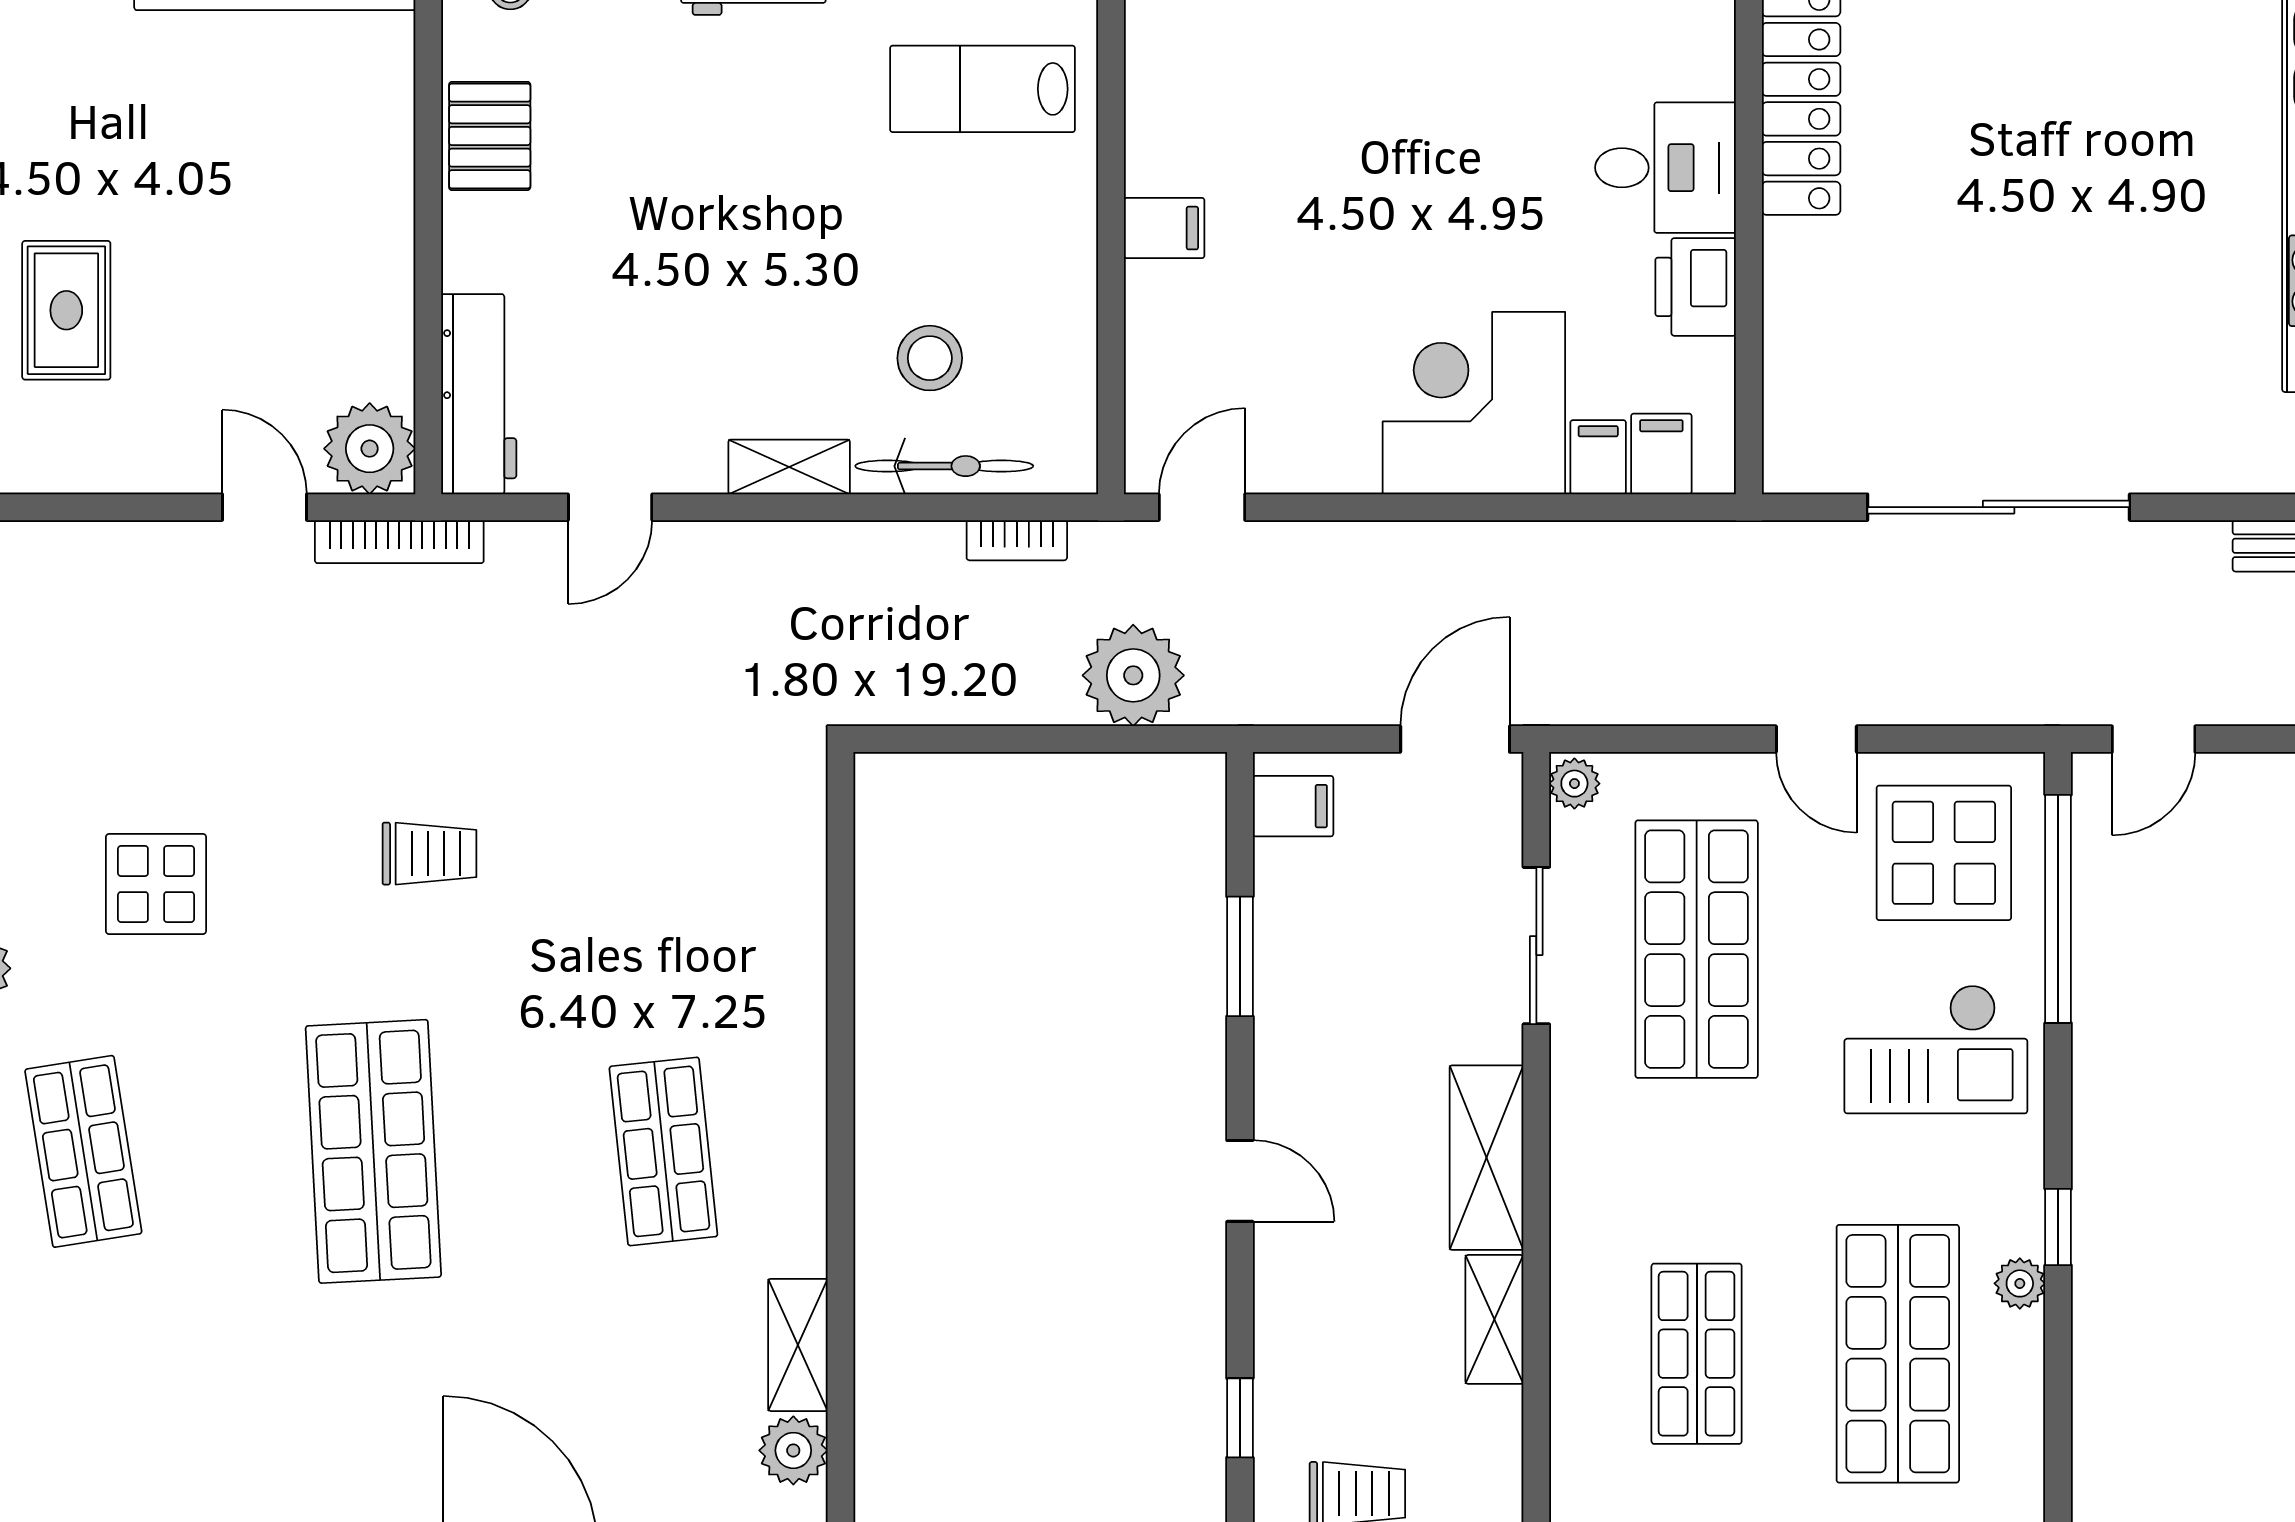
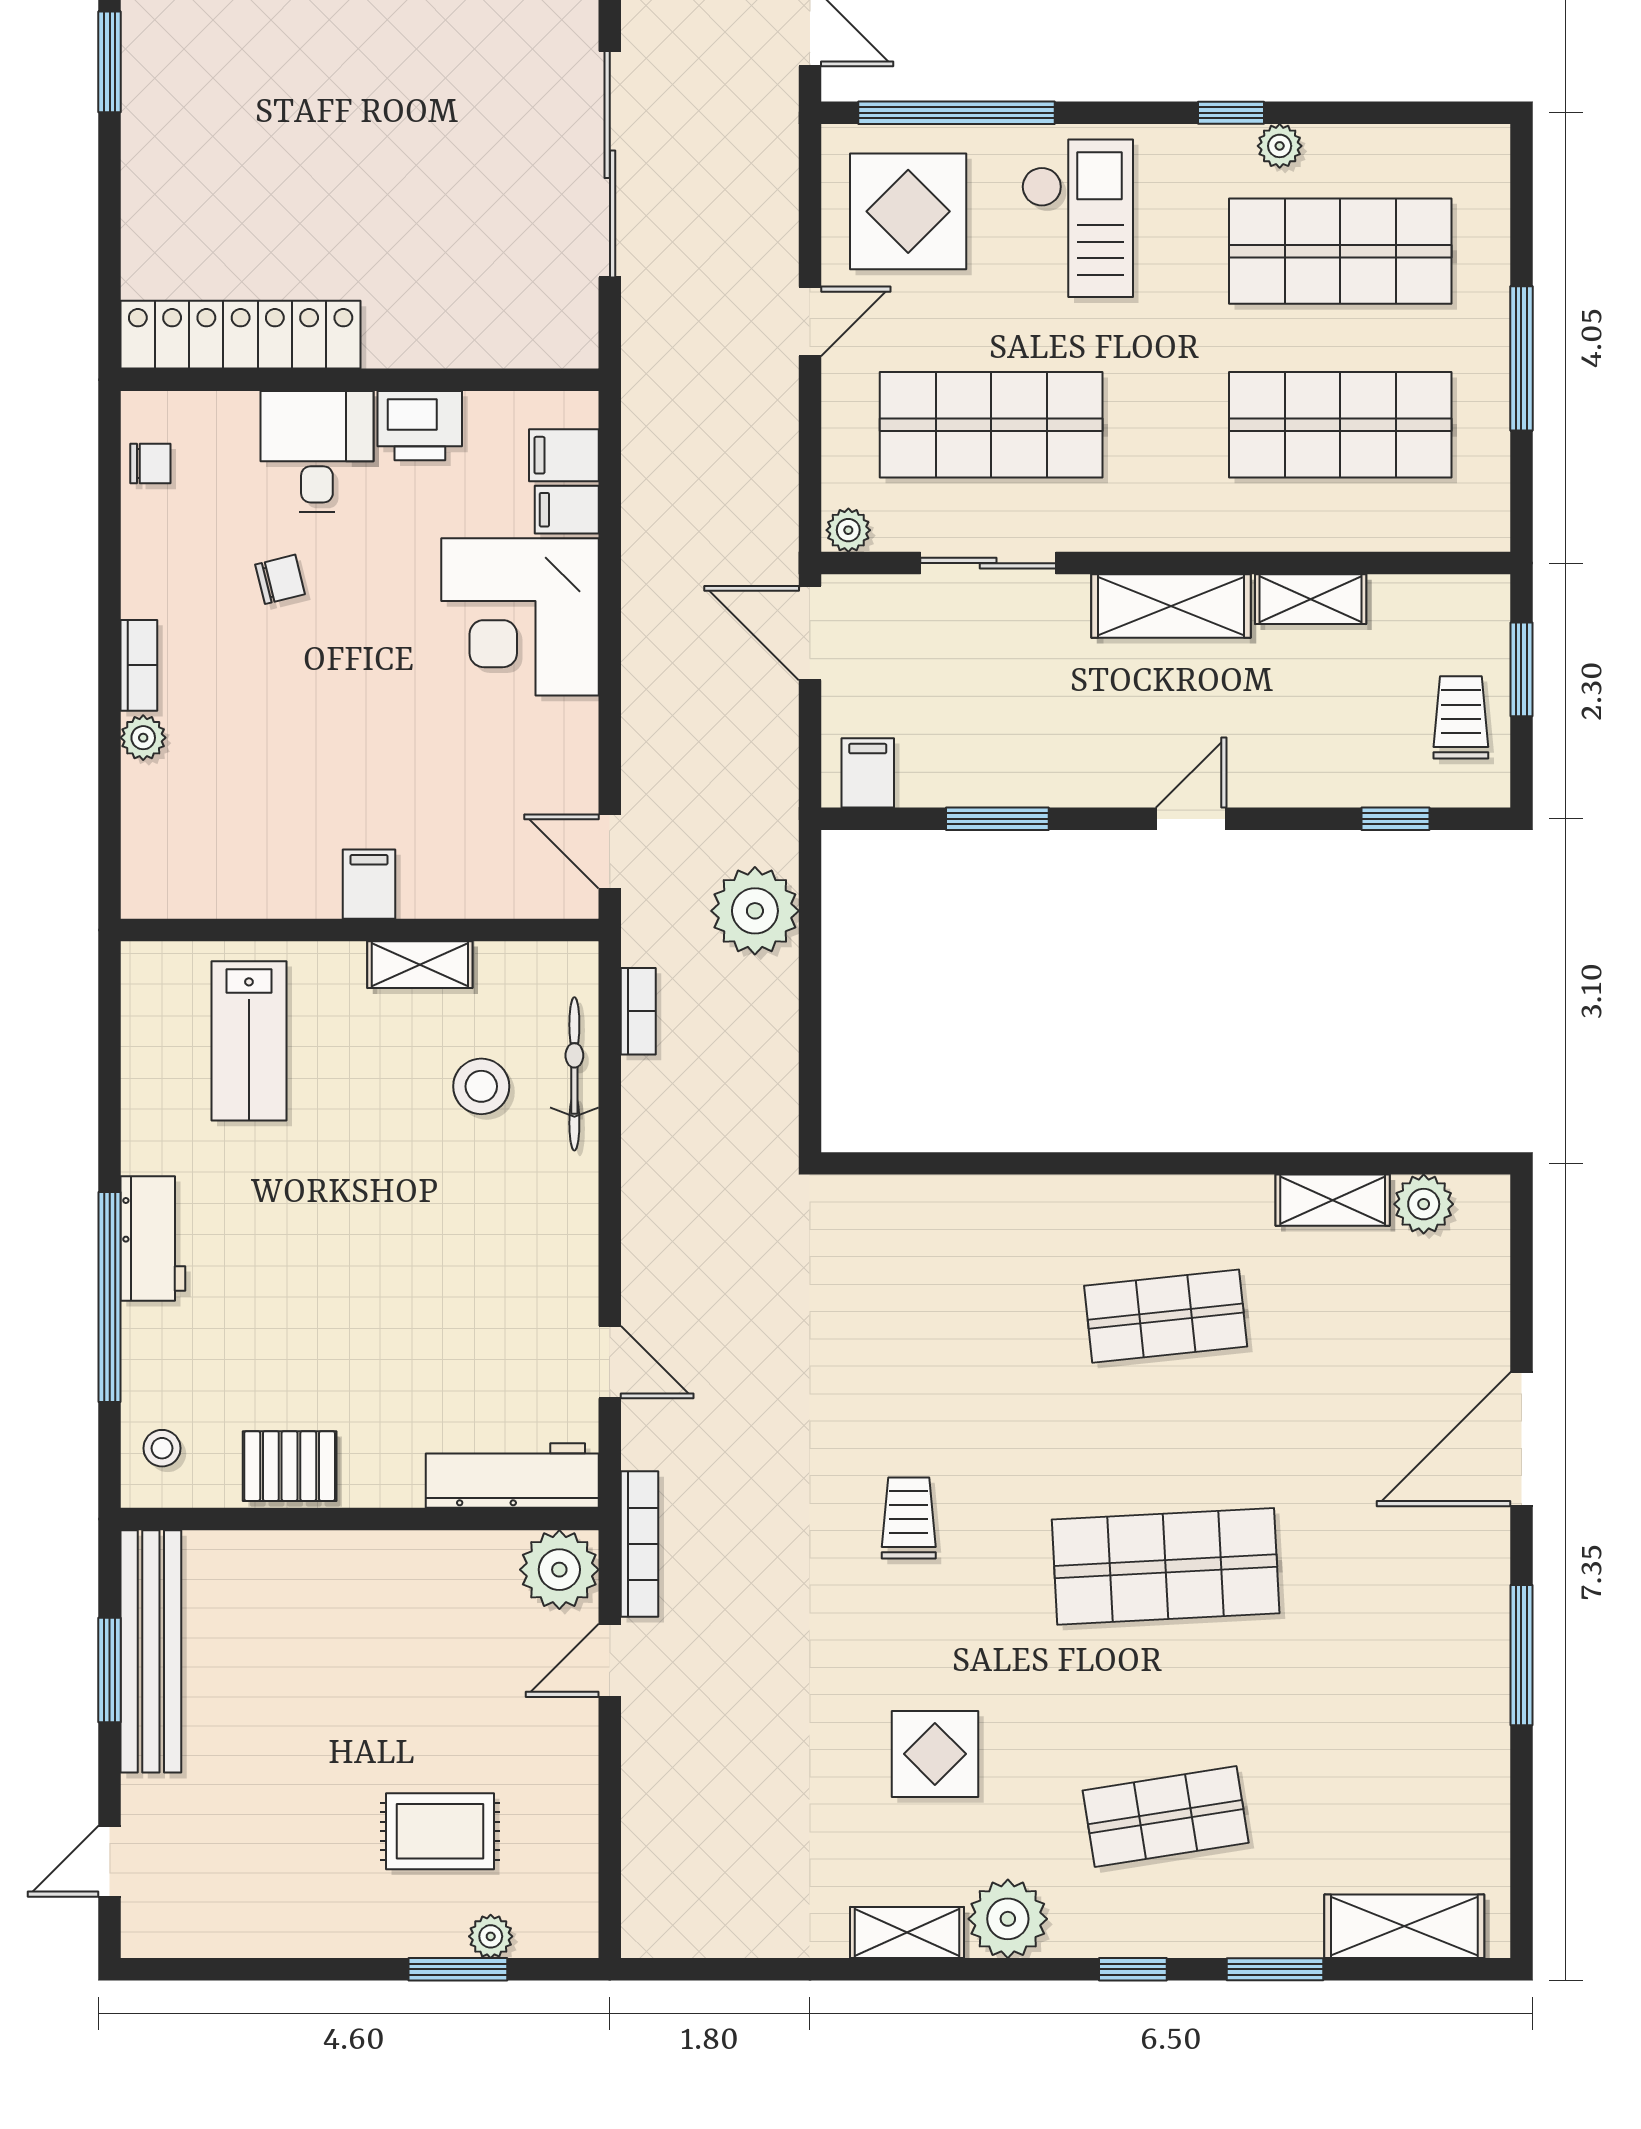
chair: (1517, 125) -> (280, 579), added
shelving: (789, 467) -> (420, 965), moved, turned 90
shop shelf: (1697, 1354) -> (1340, 425), width x1.43, depth x1.36

